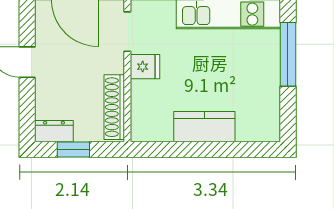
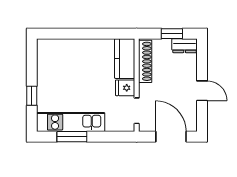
window: (288, 54) -> (32, 96), width x0.46
kitchen counter: (204, 127) -> (125, 59), moved, turned 90

